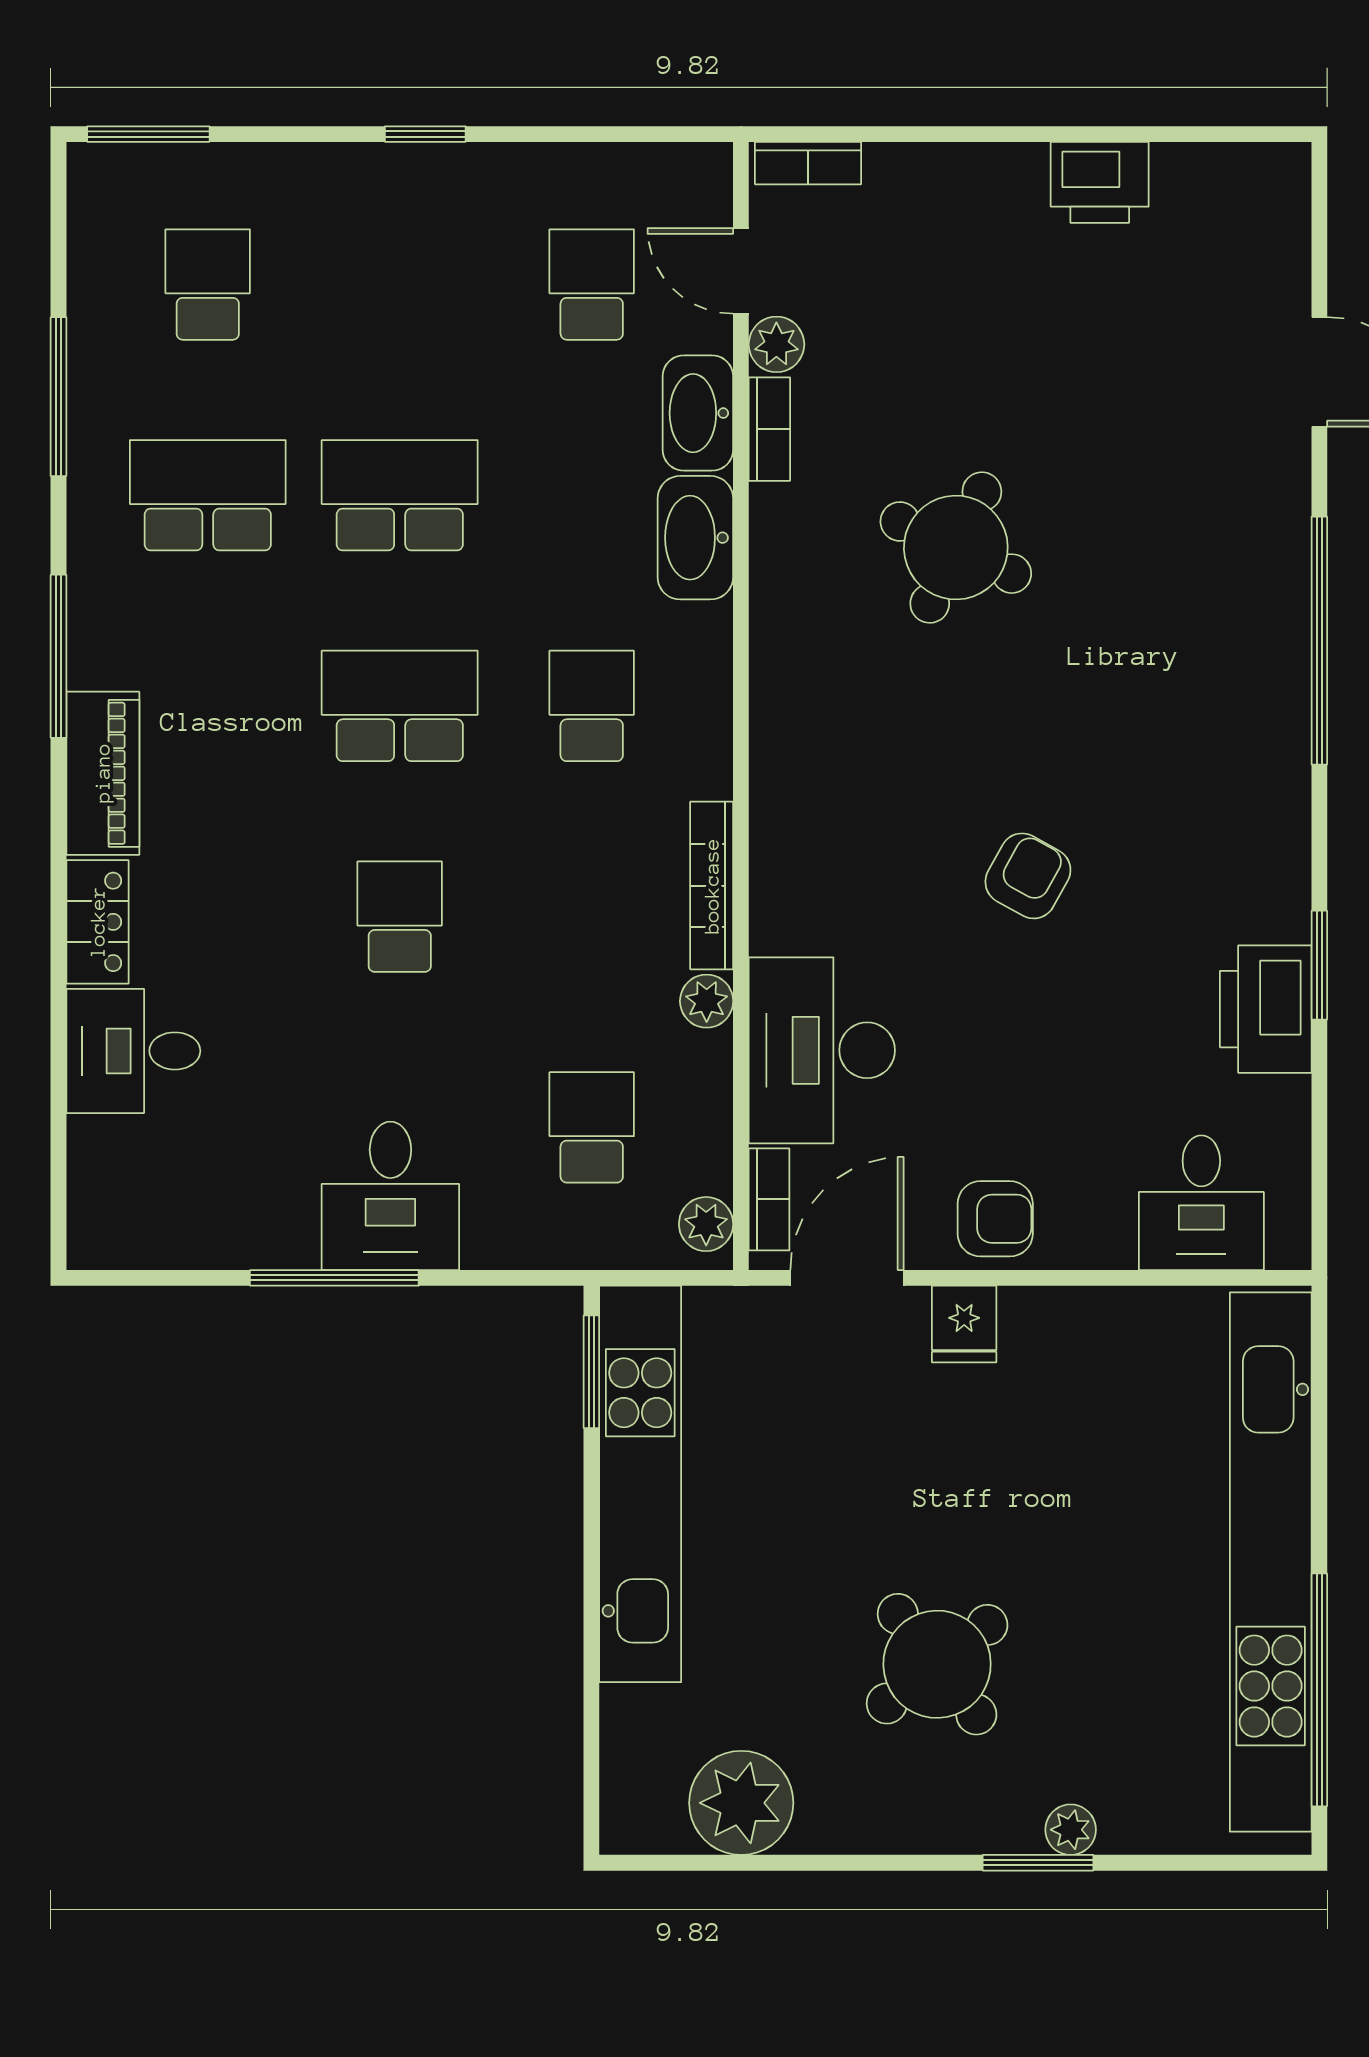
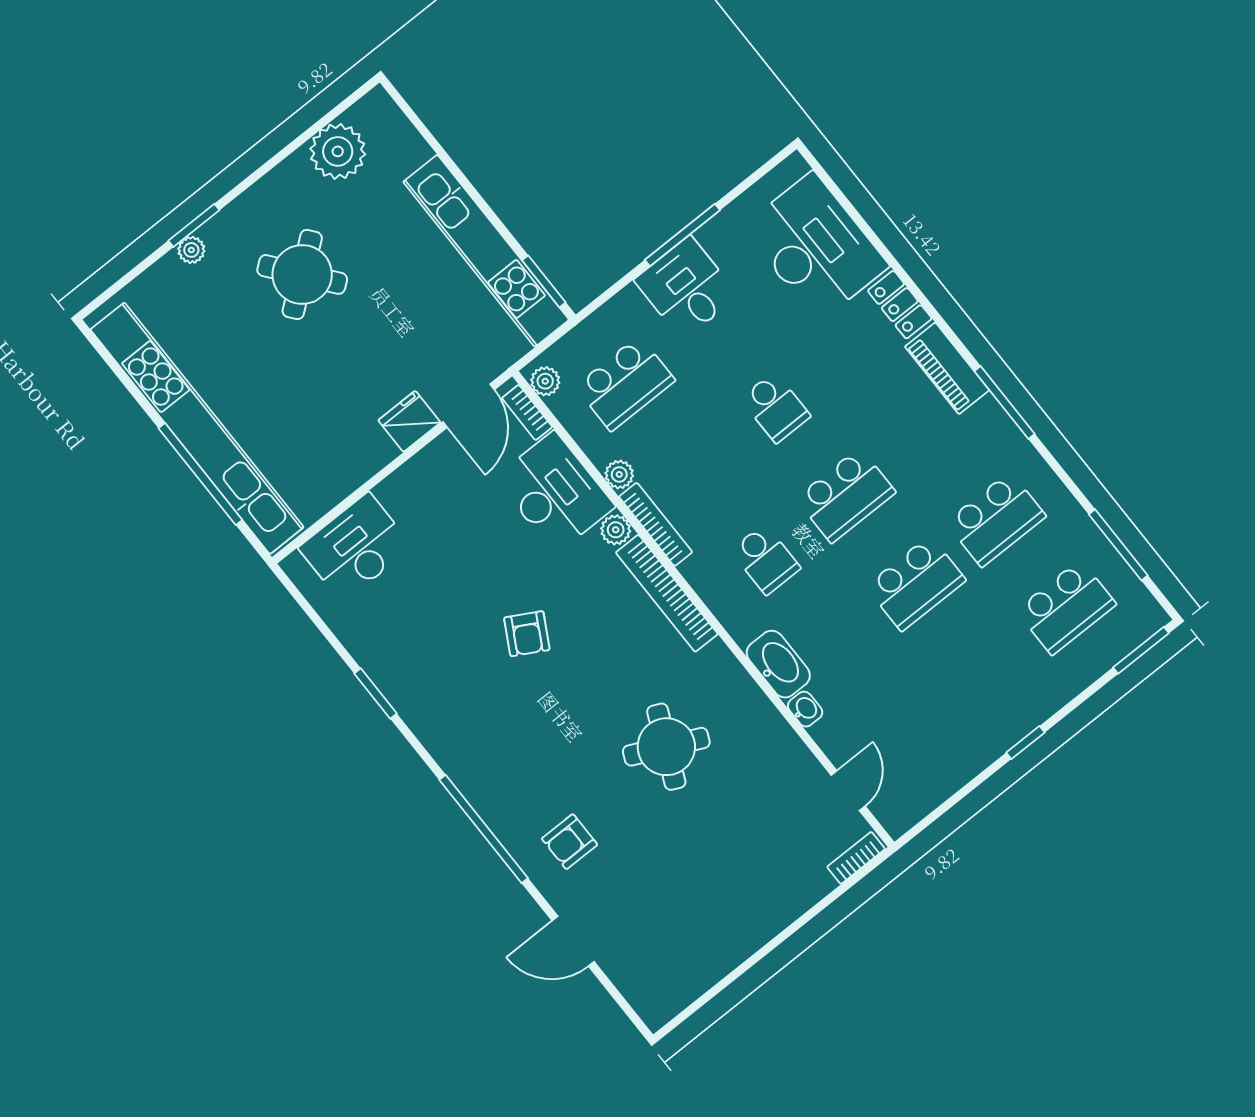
printer: (1100, 182) -> (728, 947), removed
door: (741, 271) -> (848, 791), hinge flipped
school desk: (208, 285) -> (1066, 607), width x1.85
school desk: (592, 285) -> (906, 735), removed
plant: (776, 344) -> (616, 530), moved
window: (59, 397) -> (1118, 545), moved
washbasin: (698, 413) -> (805, 709), width x0.52, depth x0.69
bookcase: (769, 429) -> (667, 593), moved, width x2.31, depth x1.31
printer: (1266, 1009) -> (383, 657), removed
desk: (133, 1051) -> (815, 247), width x1.87, depth x1.30
school desk: (592, 1127) -> (625, 383), width x1.85
desk: (1201, 1203) -> (355, 547), width x1.37
armchair: (995, 1219) -> (570, 842), moved
fridge: (964, 1324) -> (409, 421), width x1.38
window: (1319, 1690) -> (200, 474), moved

